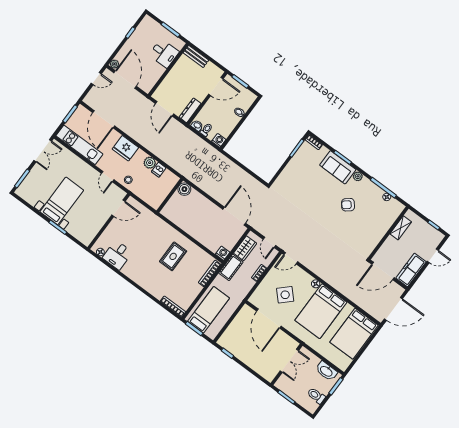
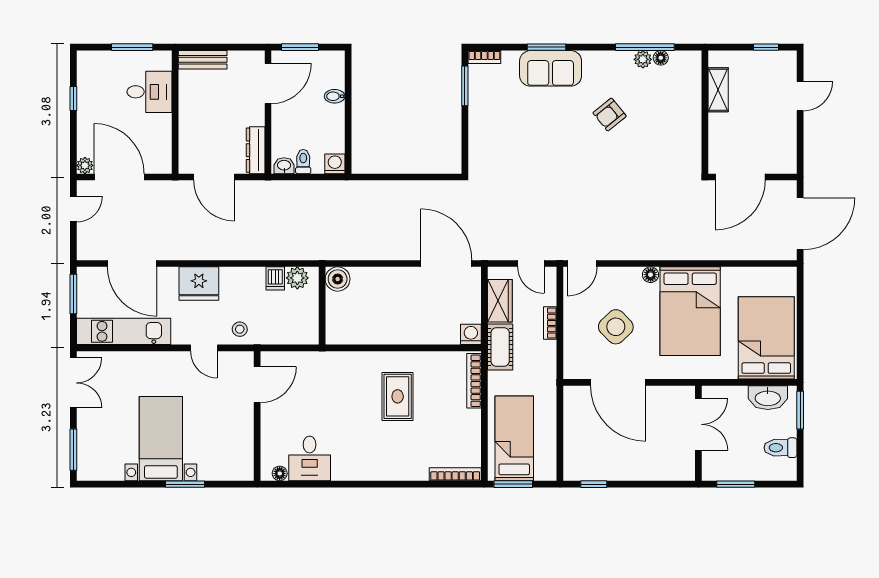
plant: (150, 163) -> (297, 278), moved
plant: (358, 176) -> (643, 59), moved
freezer: (411, 270) -> (783, 143), removed
bed: (354, 334) -> (766, 338), moved, turned 180

